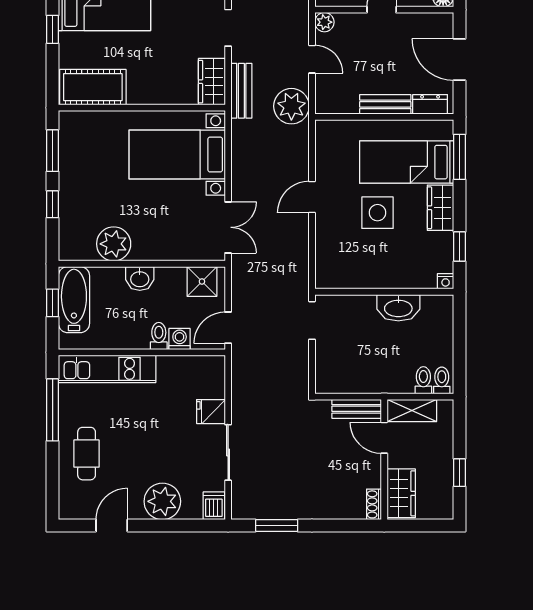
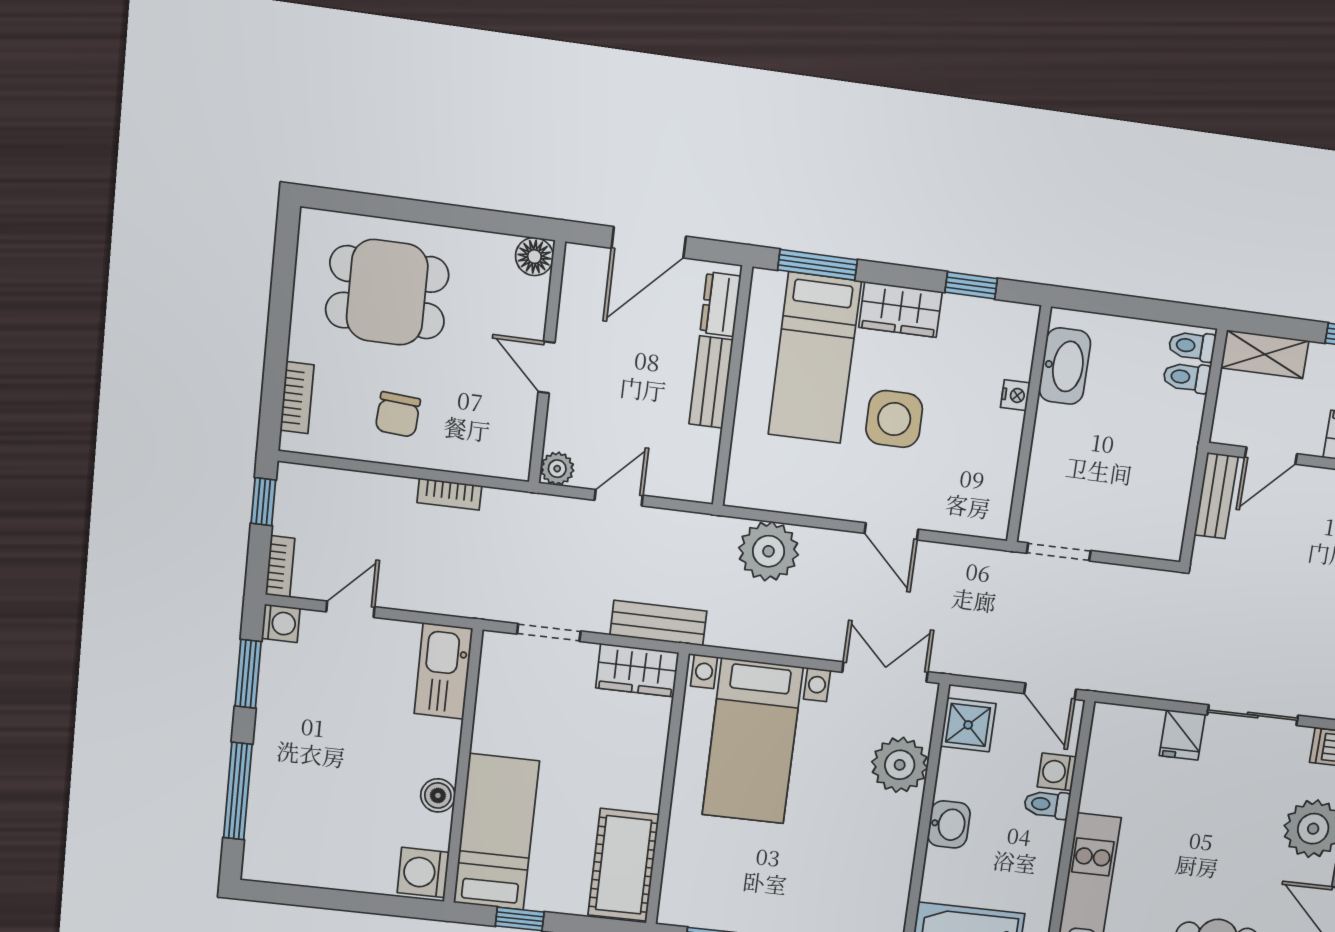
plant: (291, 106) -> (768, 551), moved
door: (312, 197) -> (891, 531), moved
plant: (114, 244) -> (900, 765), moved
nightstand: (446, 281) -> (1015, 395), moved
washbasin: (398, 308) -> (1065, 366), moved
shelving: (412, 411) -> (1265, 354), moved, turned 90

